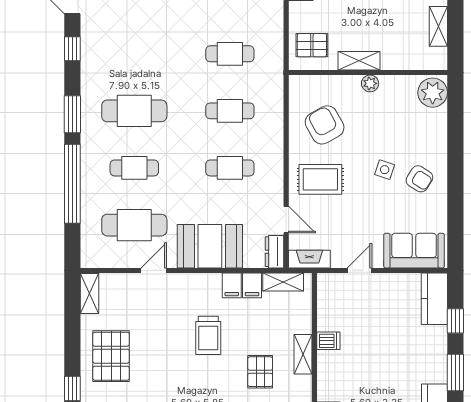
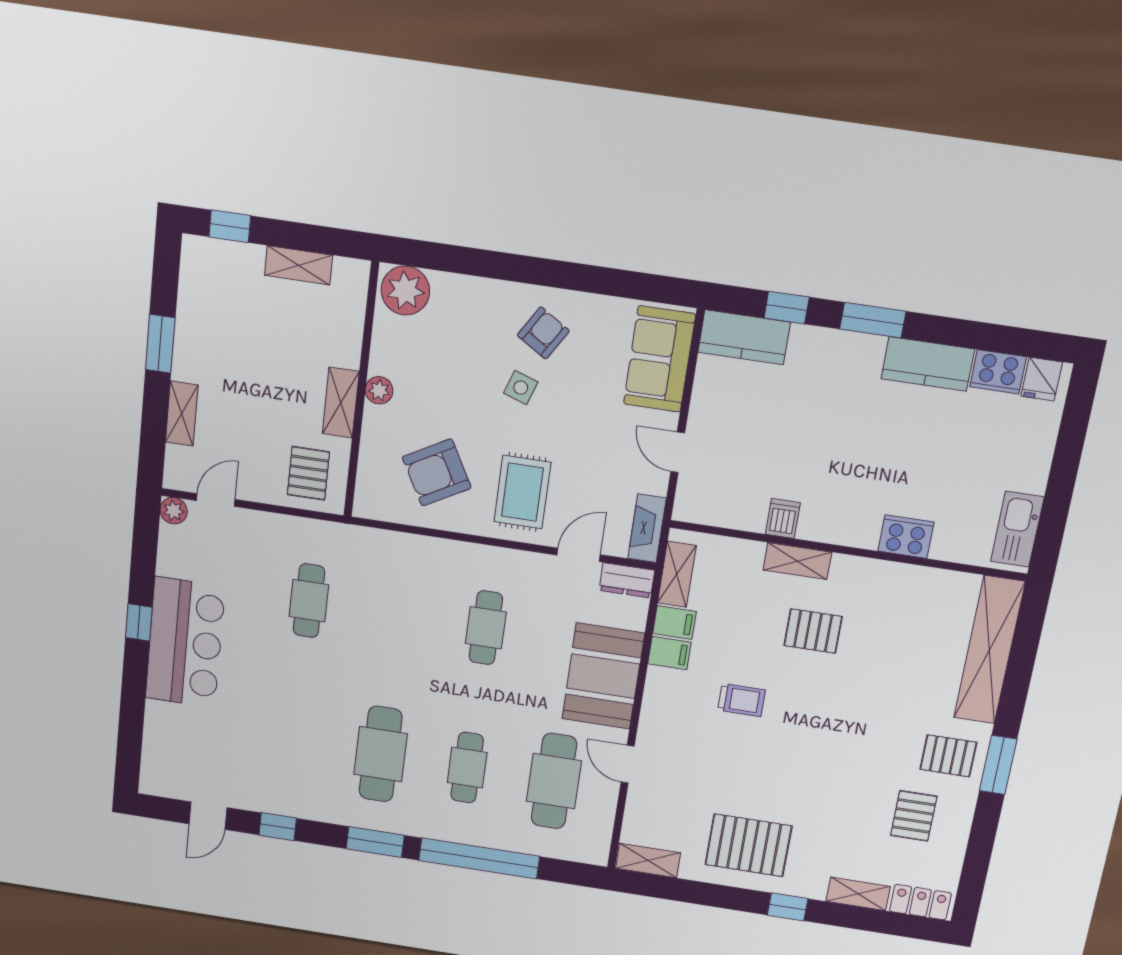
cafe table: (230, 111) -> (397, 614), removed
trolley: (208, 335) -> (741, 700), width x0.73, depth x0.72

